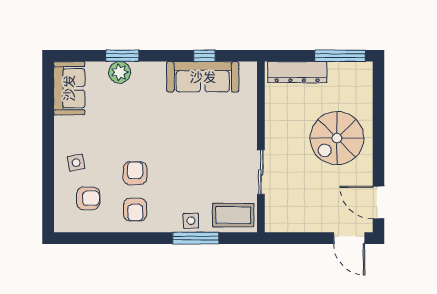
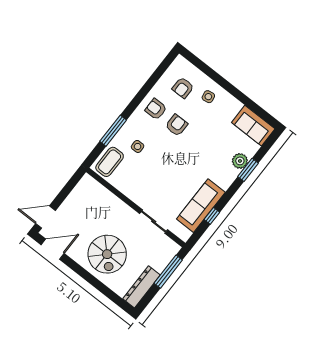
window: (340, 56) -> (168, 272), moved
dresser: (297, 72) -> (141, 287), moved
spiral stairs: (337, 138) -> (107, 254), turned 180
sliding door: (261, 172) -> (154, 222), moved
armchair: (135, 173) -> (176, 125), turned -90
side table: (191, 221) -> (138, 146), moved

